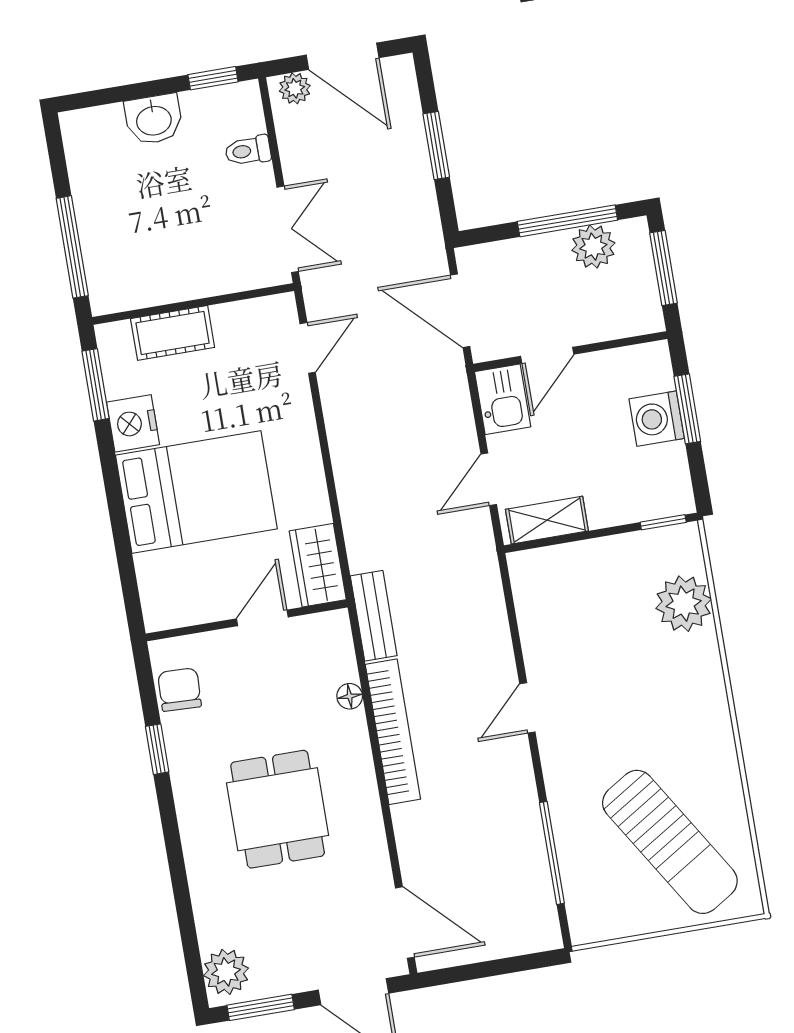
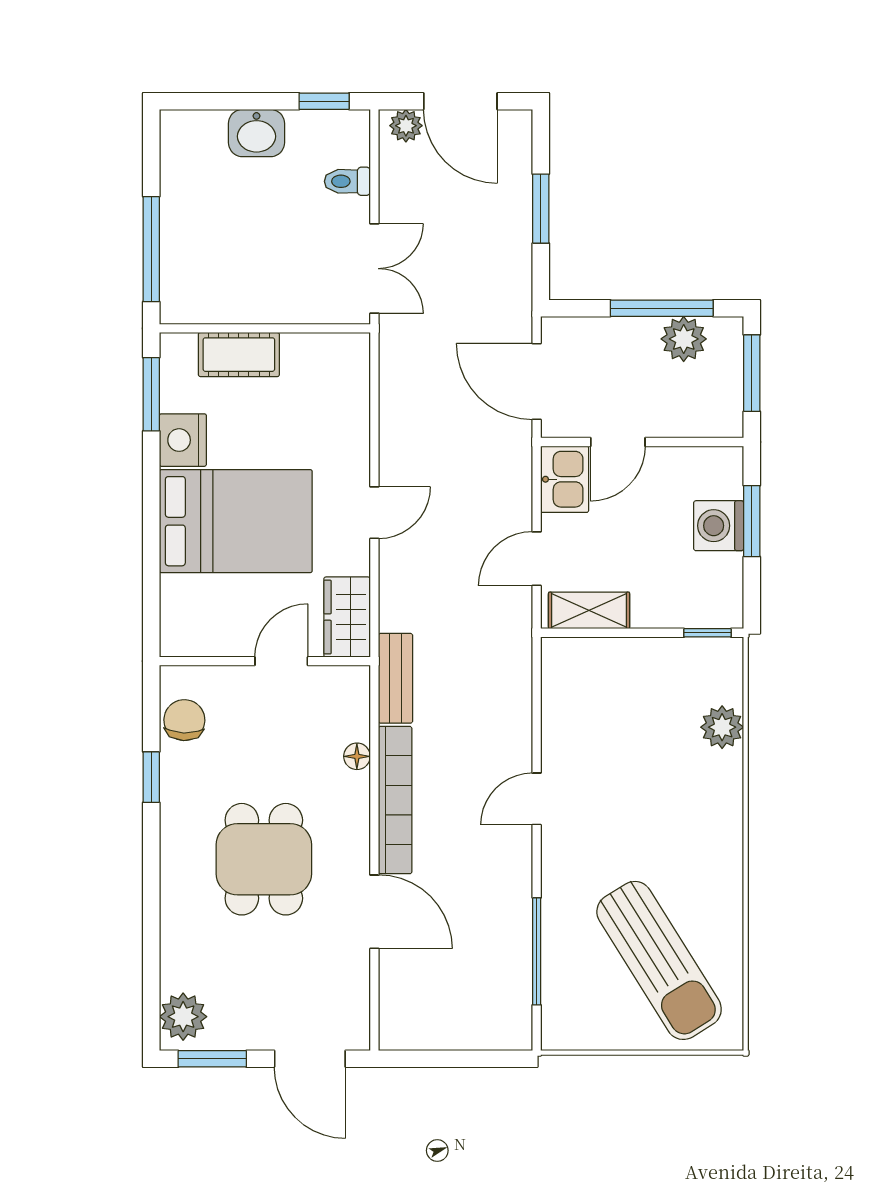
door: (308, 348) -> (374, 513), moved
plant: (684, 604) -> (722, 727), width x0.73, depth x0.73
door: (405, 923) -> (374, 912), moved

